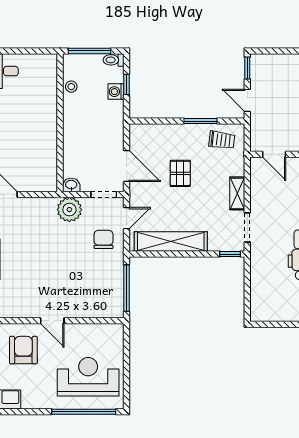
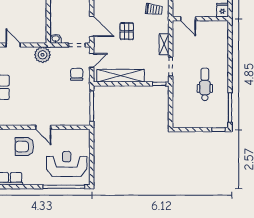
plant: (69, 210) -> (42, 55), moved
armchair: (23, 350) -> (24, 147), turned -90

